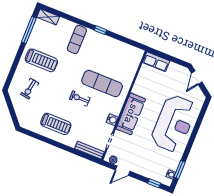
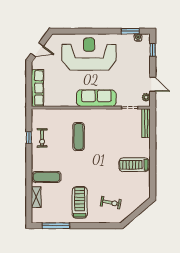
shelving: (48, 17) -> (36, 197), moved
window: (100, 30) -> (29, 137), moved
row of seats: (156, 62) -> (37, 88), width x1.48
exercise mat: (102, 84) -> (79, 137), width x0.73, depth x0.69
exercise bike: (80, 98) -> (42, 138), moved
water cooler: (112, 120) -> (109, 113), removed
treadmill: (56, 124) -> (134, 165), turned -90

